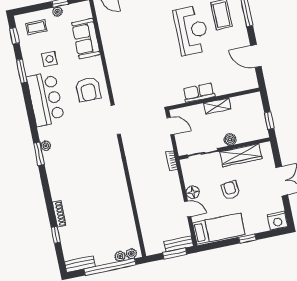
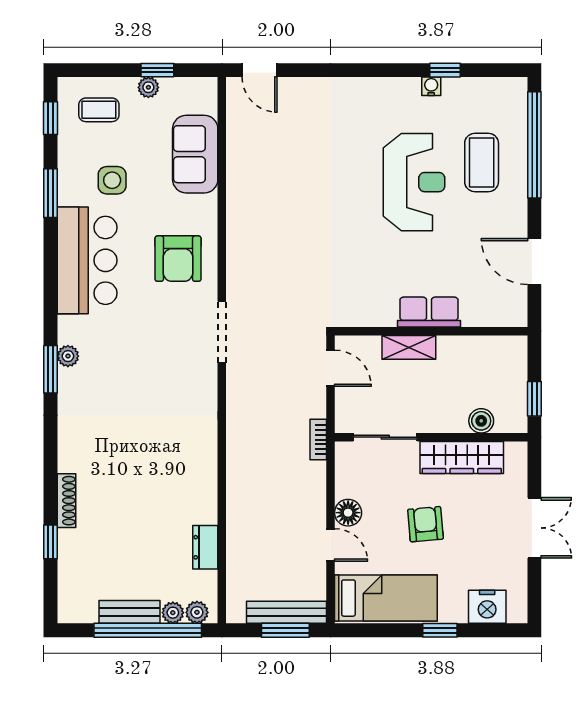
row of seats: (199, 93) -> (429, 312), moved
shelving: (217, 106) -> (409, 347), moved
boiler: (230, 139) -> (481, 421), moved
nightstand: (278, 221) -> (487, 607), moved
dresser: (129, 222) -> (205, 547), added
bench: (178, 244) -> (286, 612), width x1.36
bench: (80, 264) -> (130, 612), moved

